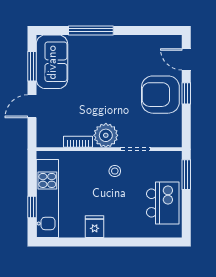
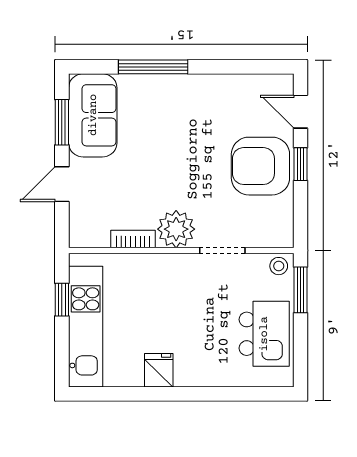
stool: (115, 171) -> (279, 266), moved
window: (32, 207) -> (62, 300), moved

